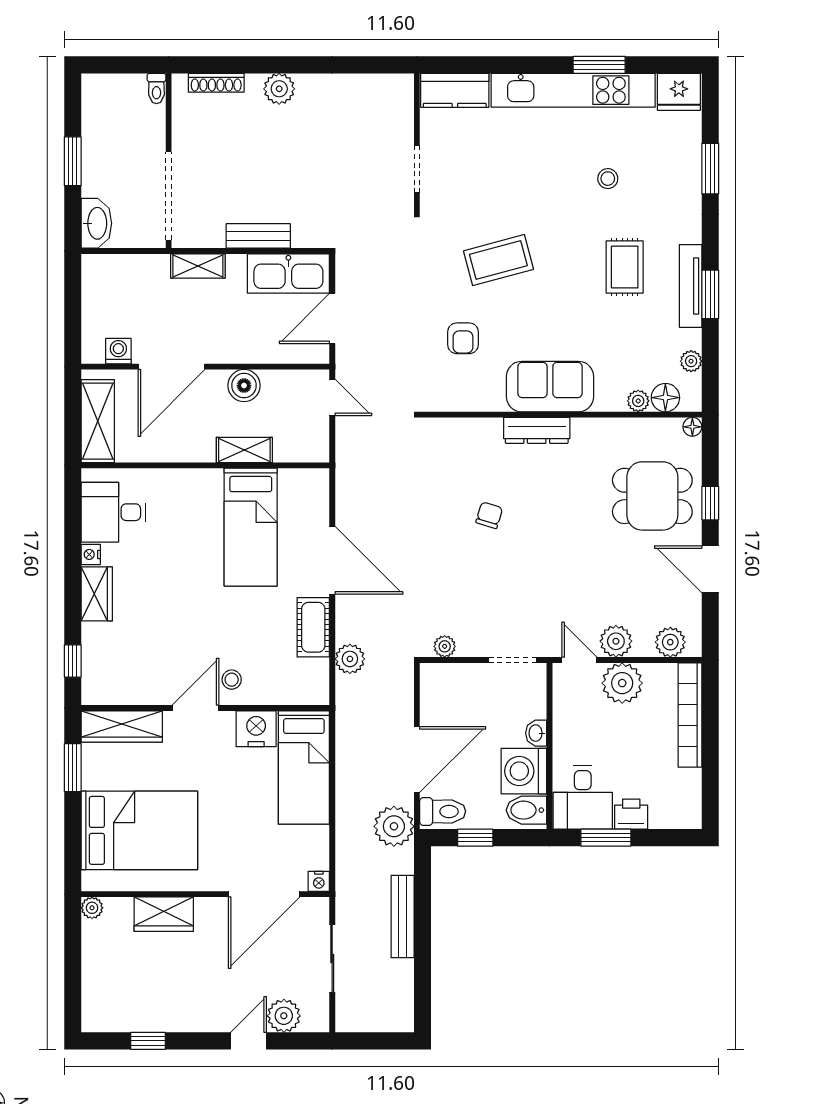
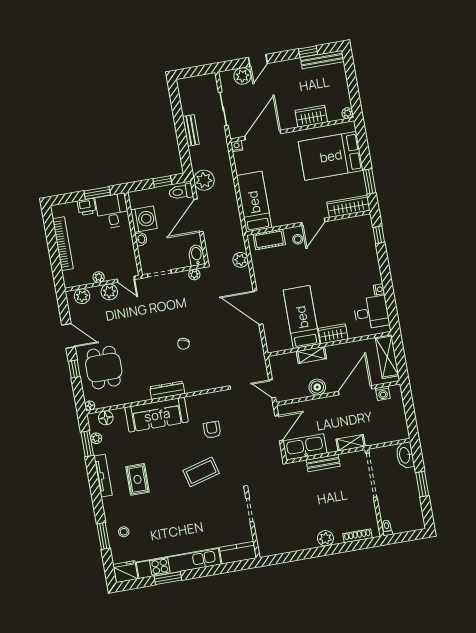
stool: (608, 179) -> (124, 532), moved
window: (710, 294) -> (87, 444), moved
sofa: (550, 387) -> (157, 415), width x1.36
plant: (638, 401) -> (119, 414), removed
dining table: (652, 496) -> (104, 368), turned 90
wardrobe: (97, 594) -> (333, 334), moved, turned 90
cot: (313, 627) -> (269, 239), moved, turned 90
plant: (622, 683) -> (99, 277), width x0.53, depth x0.53
bookcase: (690, 715) -> (63, 244), moved
nightstand: (256, 729) -> (281, 217), removed
bidet: (526, 810) -> (197, 255), moved, turned -90
bench: (403, 917) -> (191, 130), width x0.73
bench: (123, 1021) -> (322, 60), added

